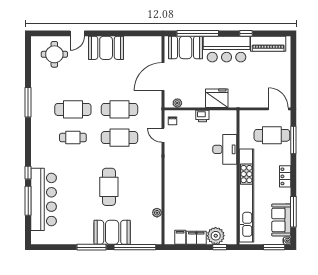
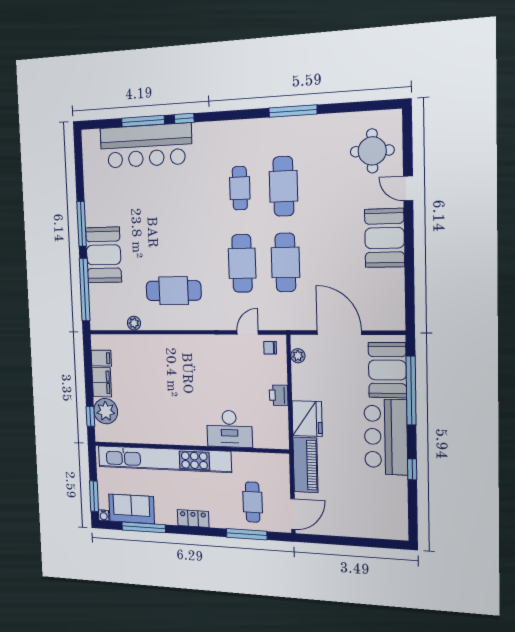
piano: (268, 44) -> (305, 465), moved, turned 180
cafe table: (272, 135) -> (253, 502), width x0.73, depth x0.74
cafe table: (109, 187) -> (174, 291), moved

